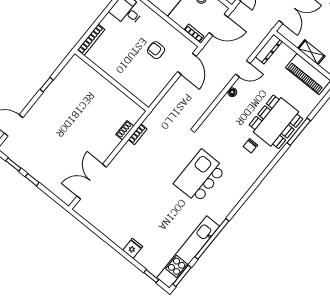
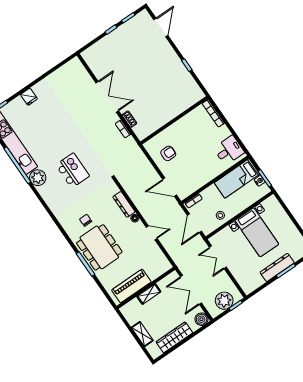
dresser: (269, 49) -> (124, 204), moved
armchair: (156, 50) -> (168, 153), moved
door: (243, 69) -> (152, 233), swing flipped
kitchen island: (200, 176) -> (73, 171), width x0.73, depth x0.78
double door: (92, 182) -> (107, 97), moved
plant: (219, 212) -> (38, 178), added

